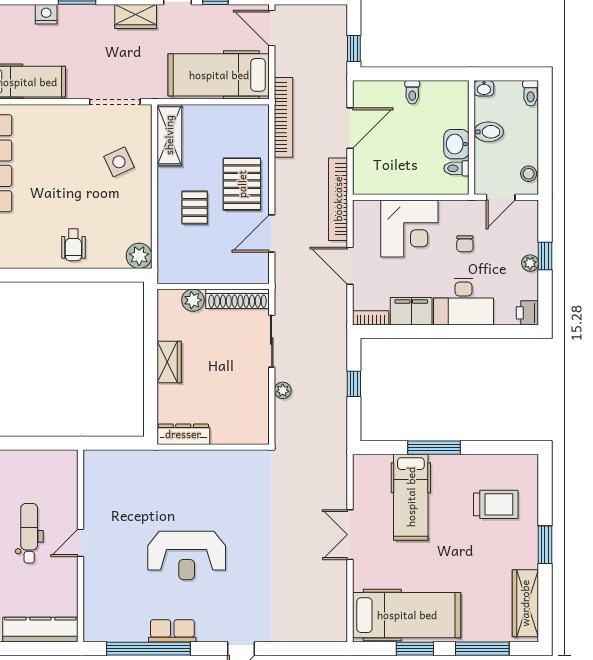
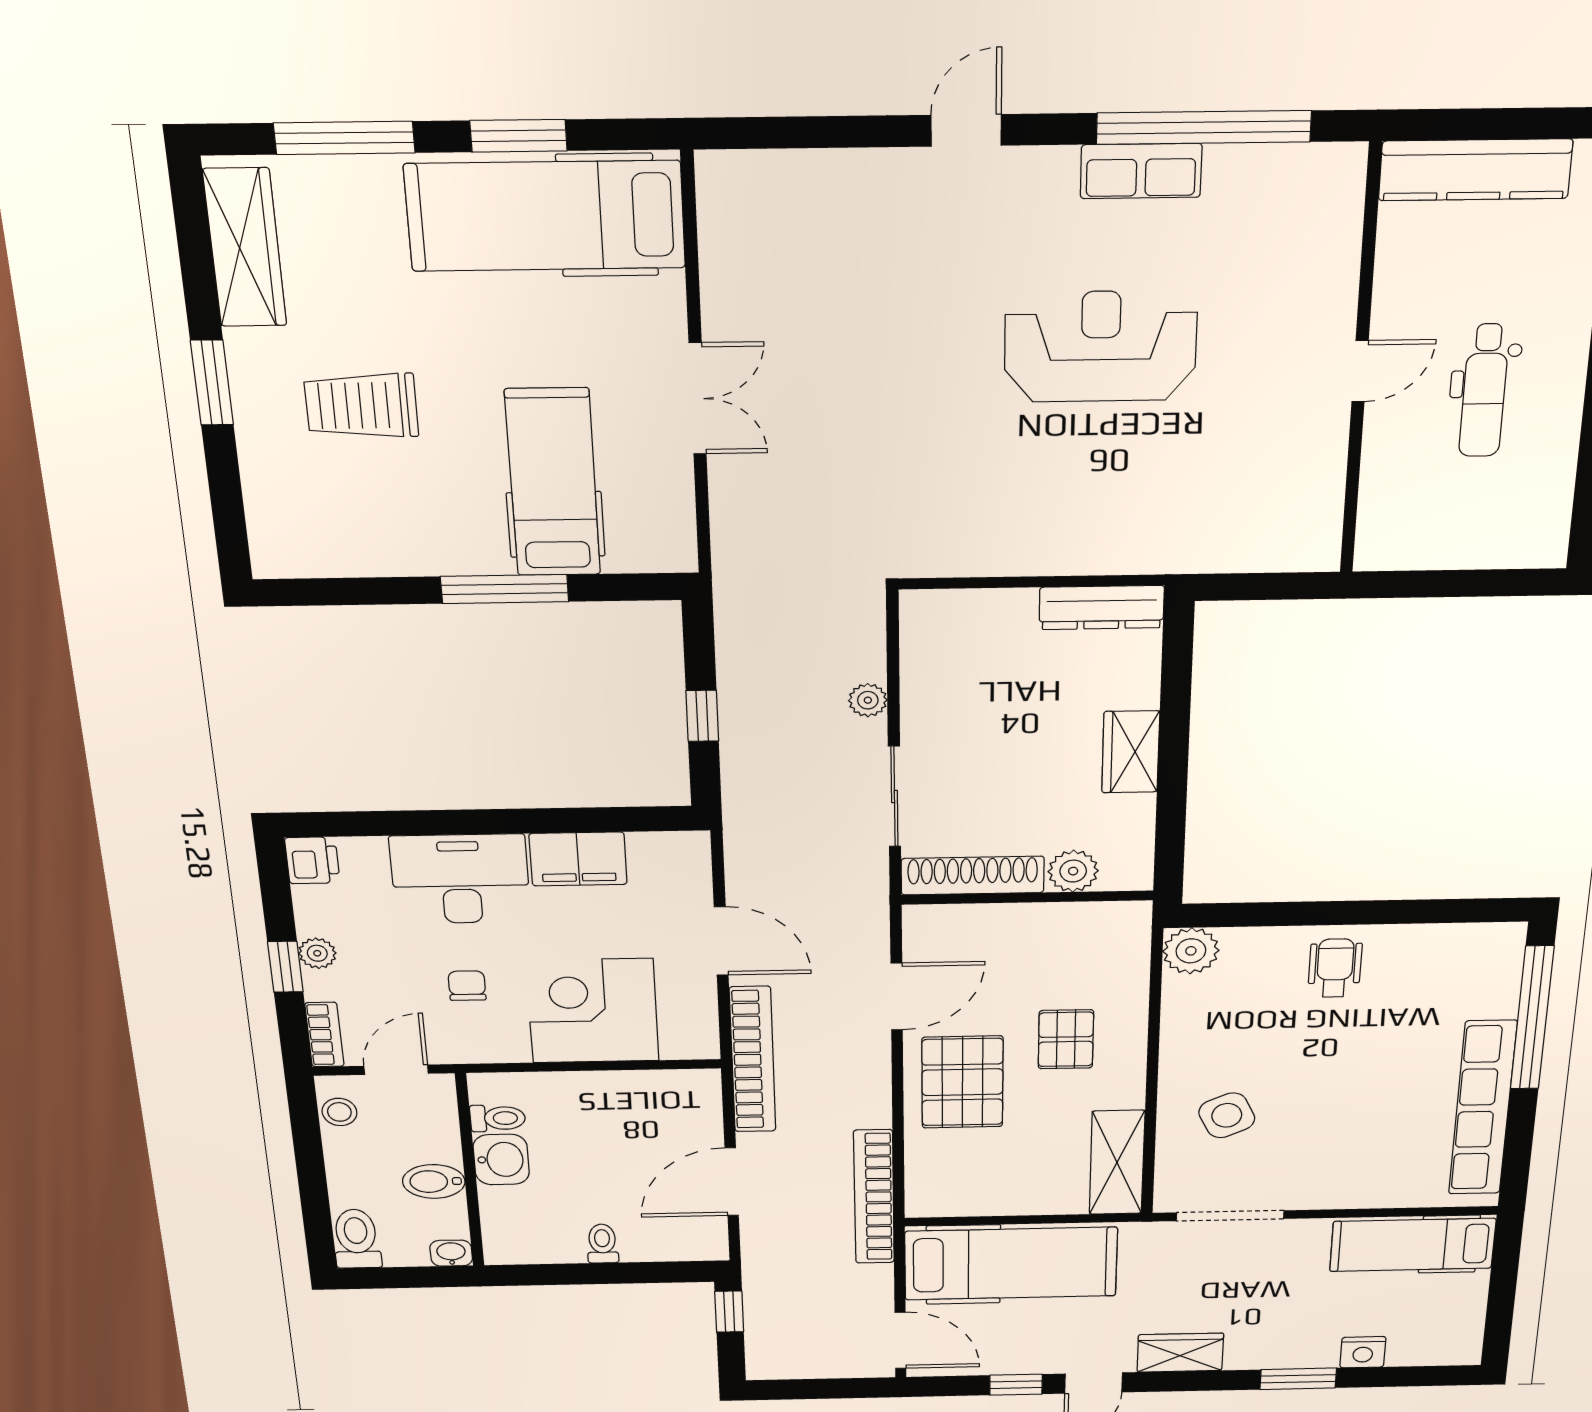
toilet: (531, 93) -> (356, 1239), width x1.37, depth x1.39
bookcase: (371, 318) -> (324, 1035), moved, turned -90
trolley: (496, 504) -> (361, 406), moved

